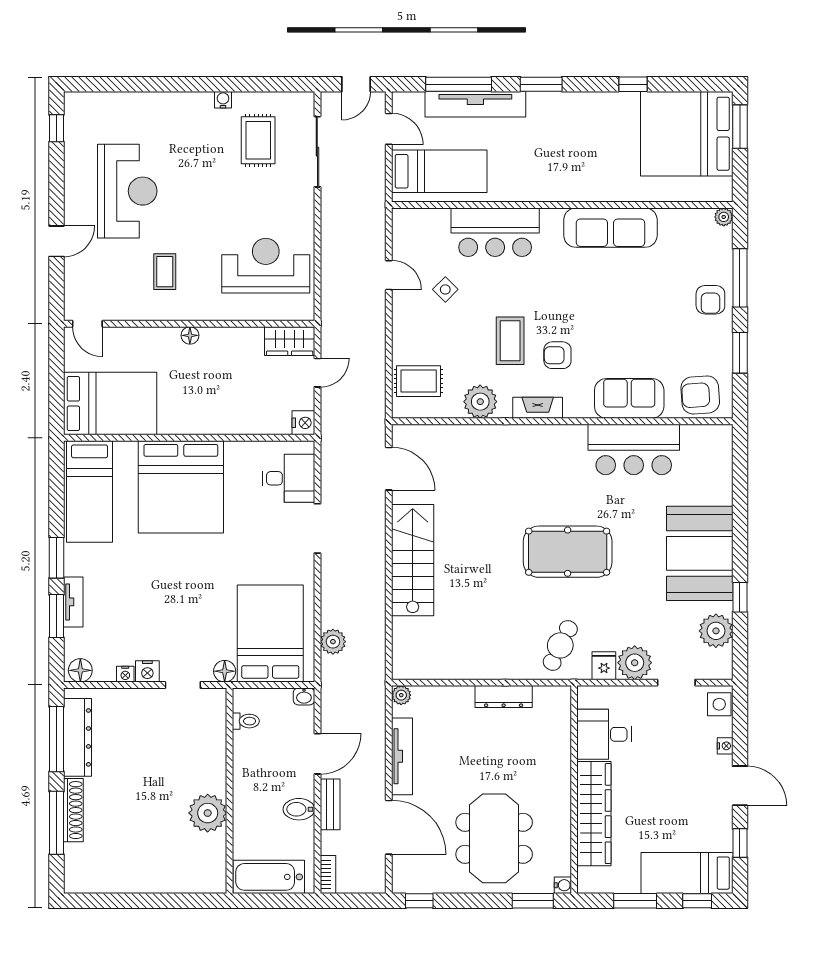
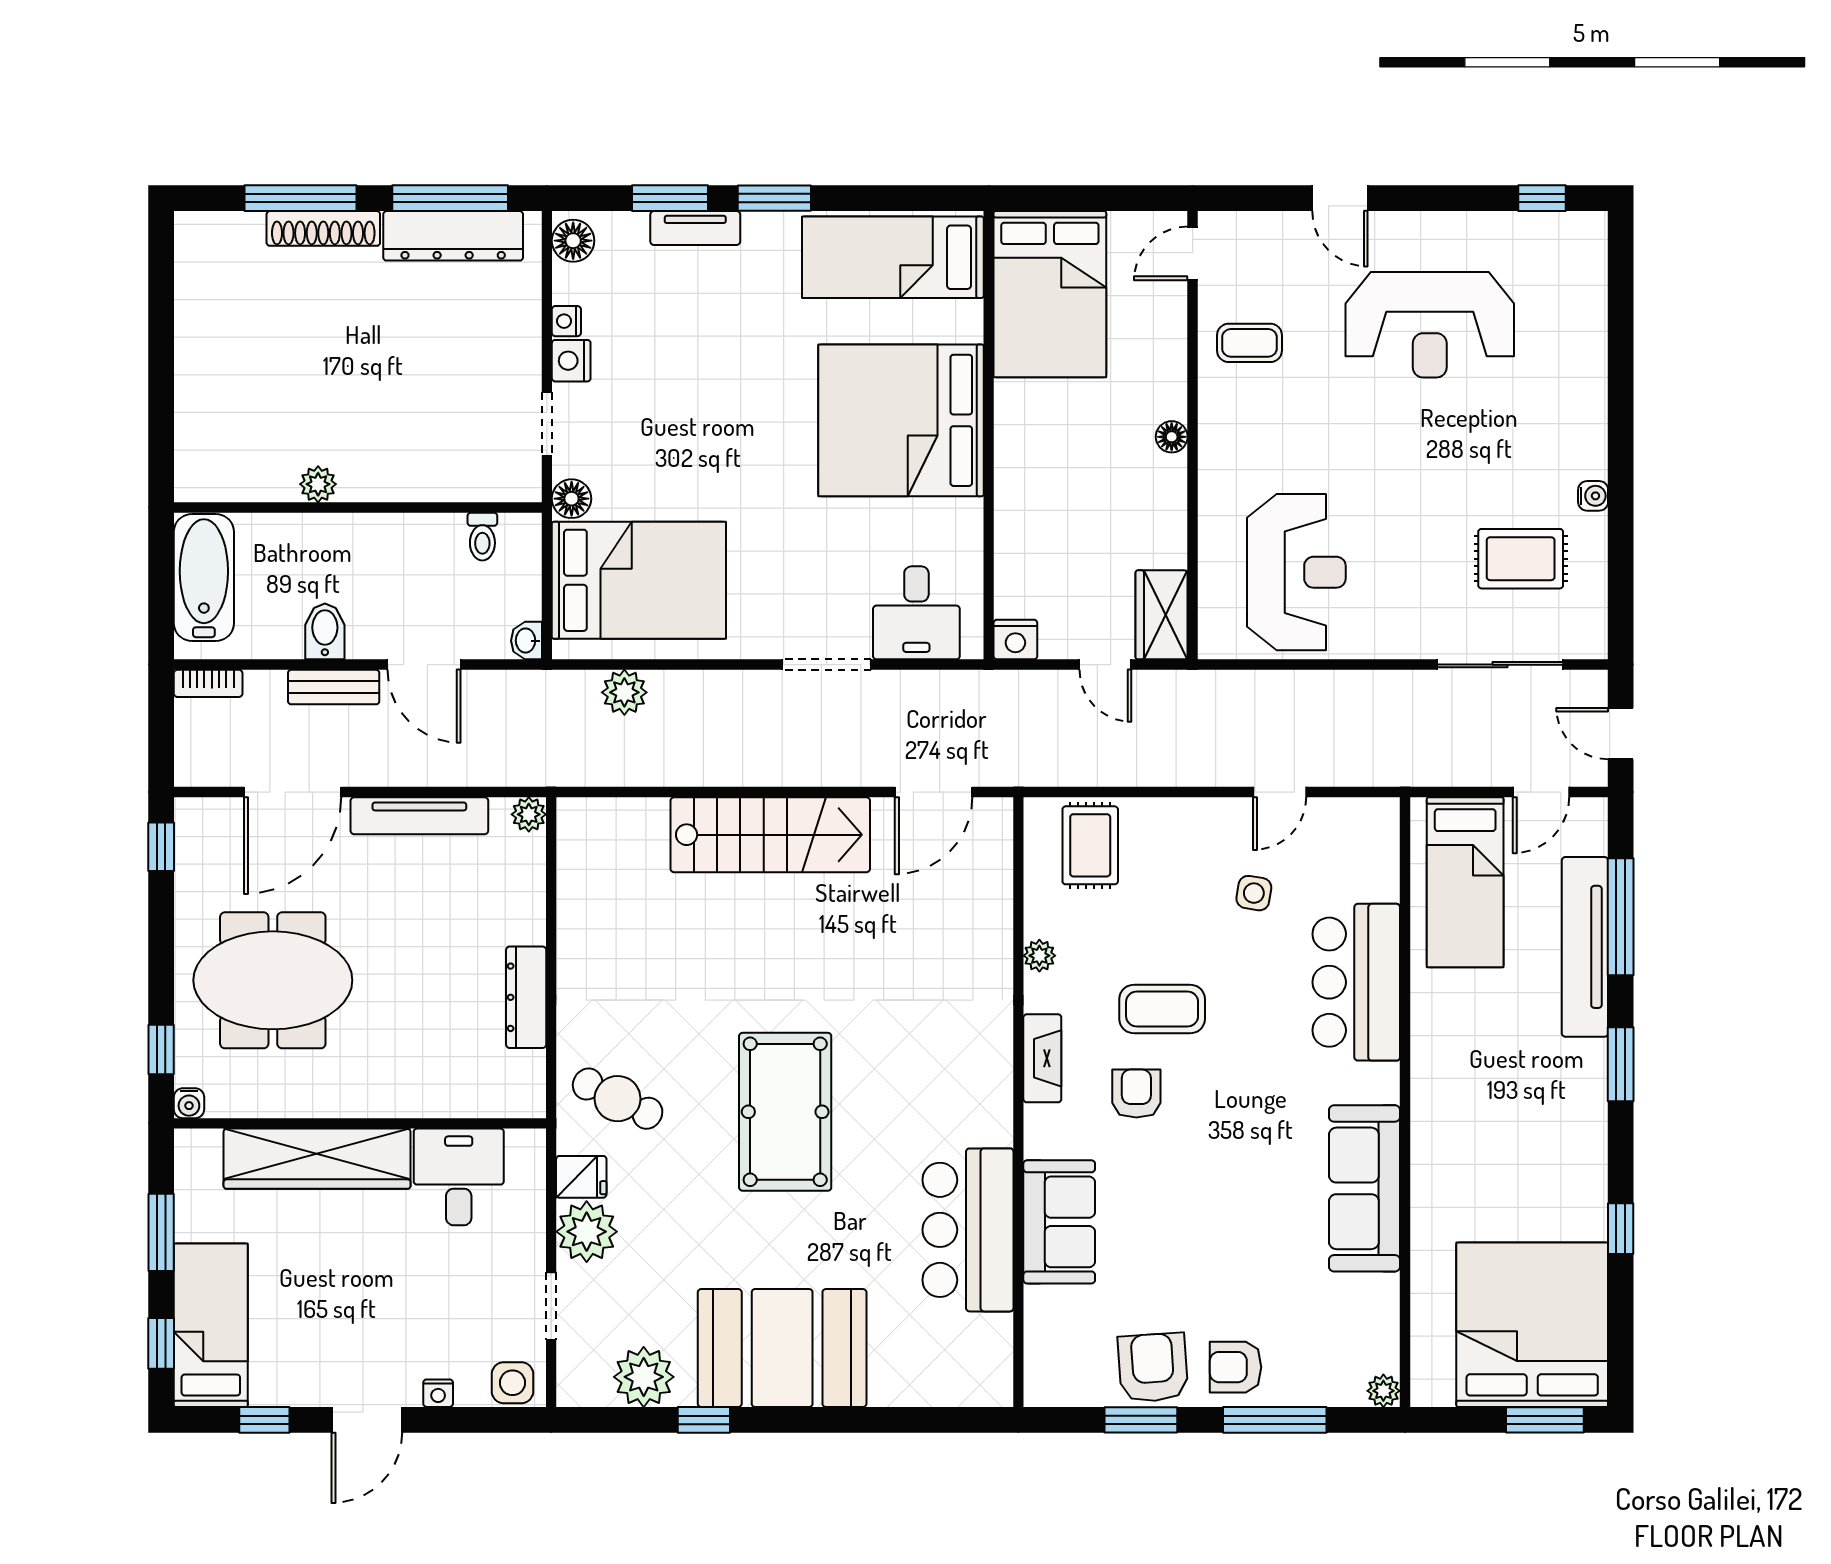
coffee table: (165, 272) -> (1249, 343), moved
side table: (445, 289) -> (1254, 893), turned -36
armchair: (700, 395) -> (1153, 1368), moved
plant: (480, 402) -> (1039, 956), width x0.53, depth x0.53
plant: (208, 813) -> (318, 484), width x0.53, depth x0.53
window: (533, 901) -> (161, 1049), width x0.67

